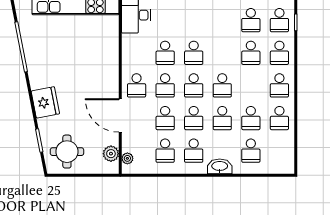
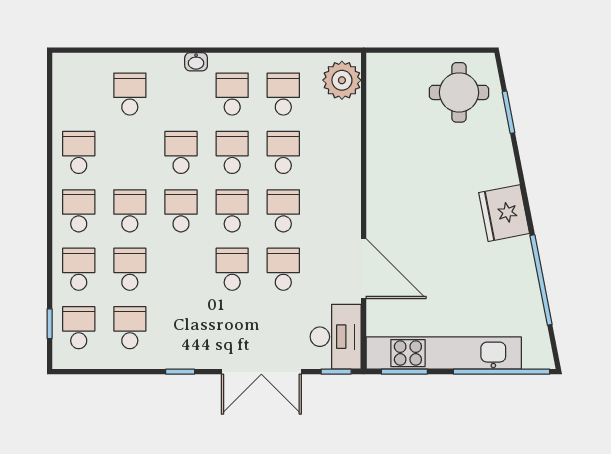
school desk: (137, 85) -> (334, 211), removed
fridge: (45, 102) -> (504, 213), moved
door: (120, 115) -> (364, 269), moved
school desk: (251, 118) -> (130, 211), moved
plant: (111, 154) -> (380, 89), removed
plant: (127, 158) -> (342, 80), width x1.88, depth x1.88
washbasin: (220, 166) -> (196, 62), width x0.52, depth x0.69

